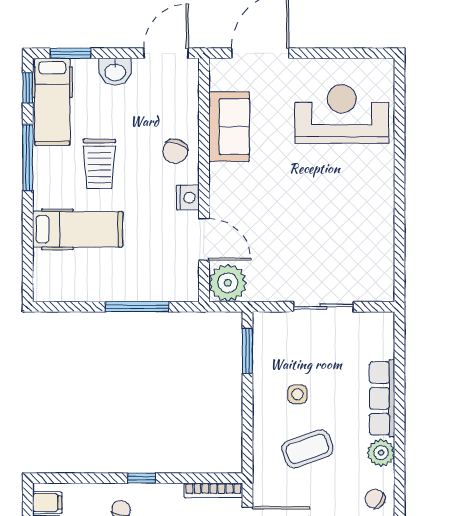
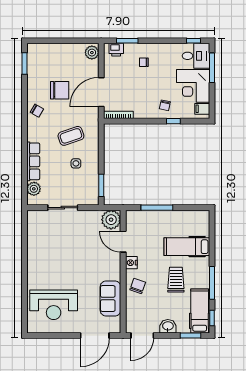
plant: (381, 453) -> (34, 189), moved
window: (141, 478) -> (173, 121), moved

